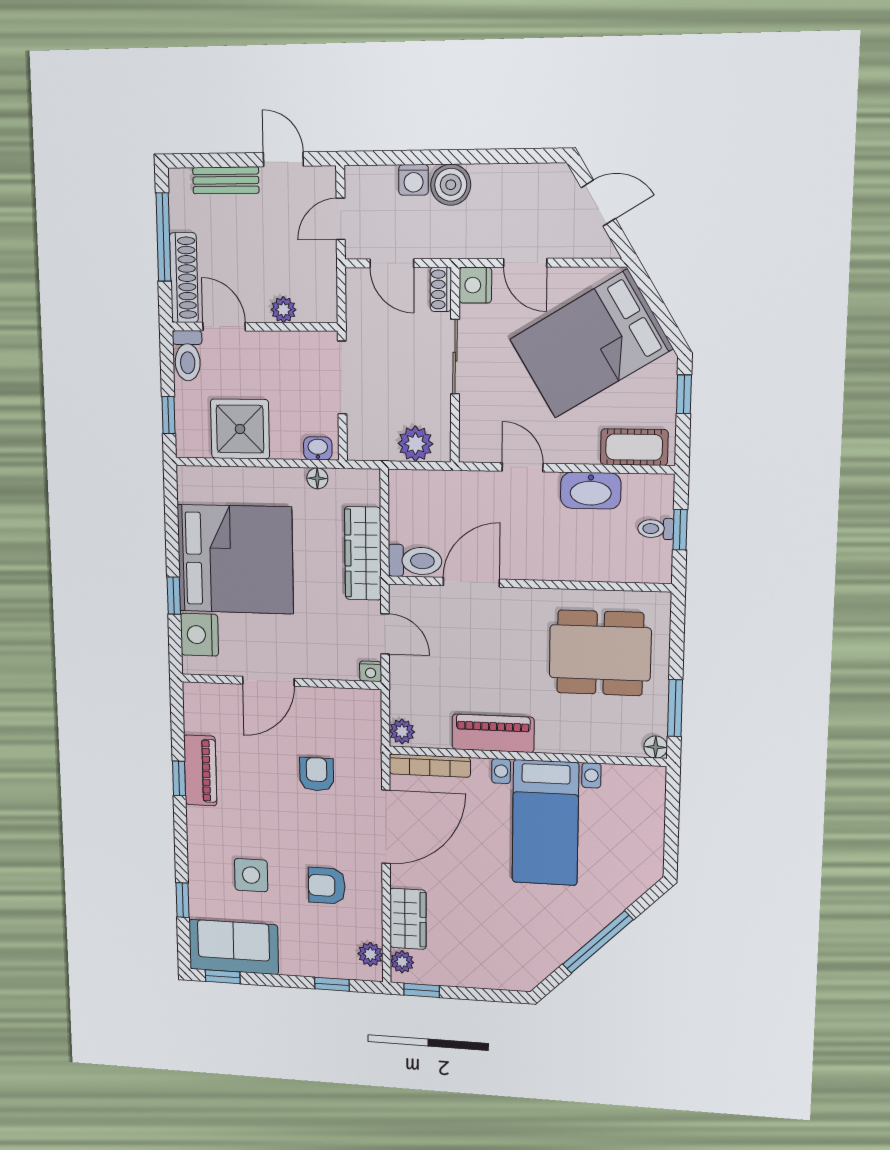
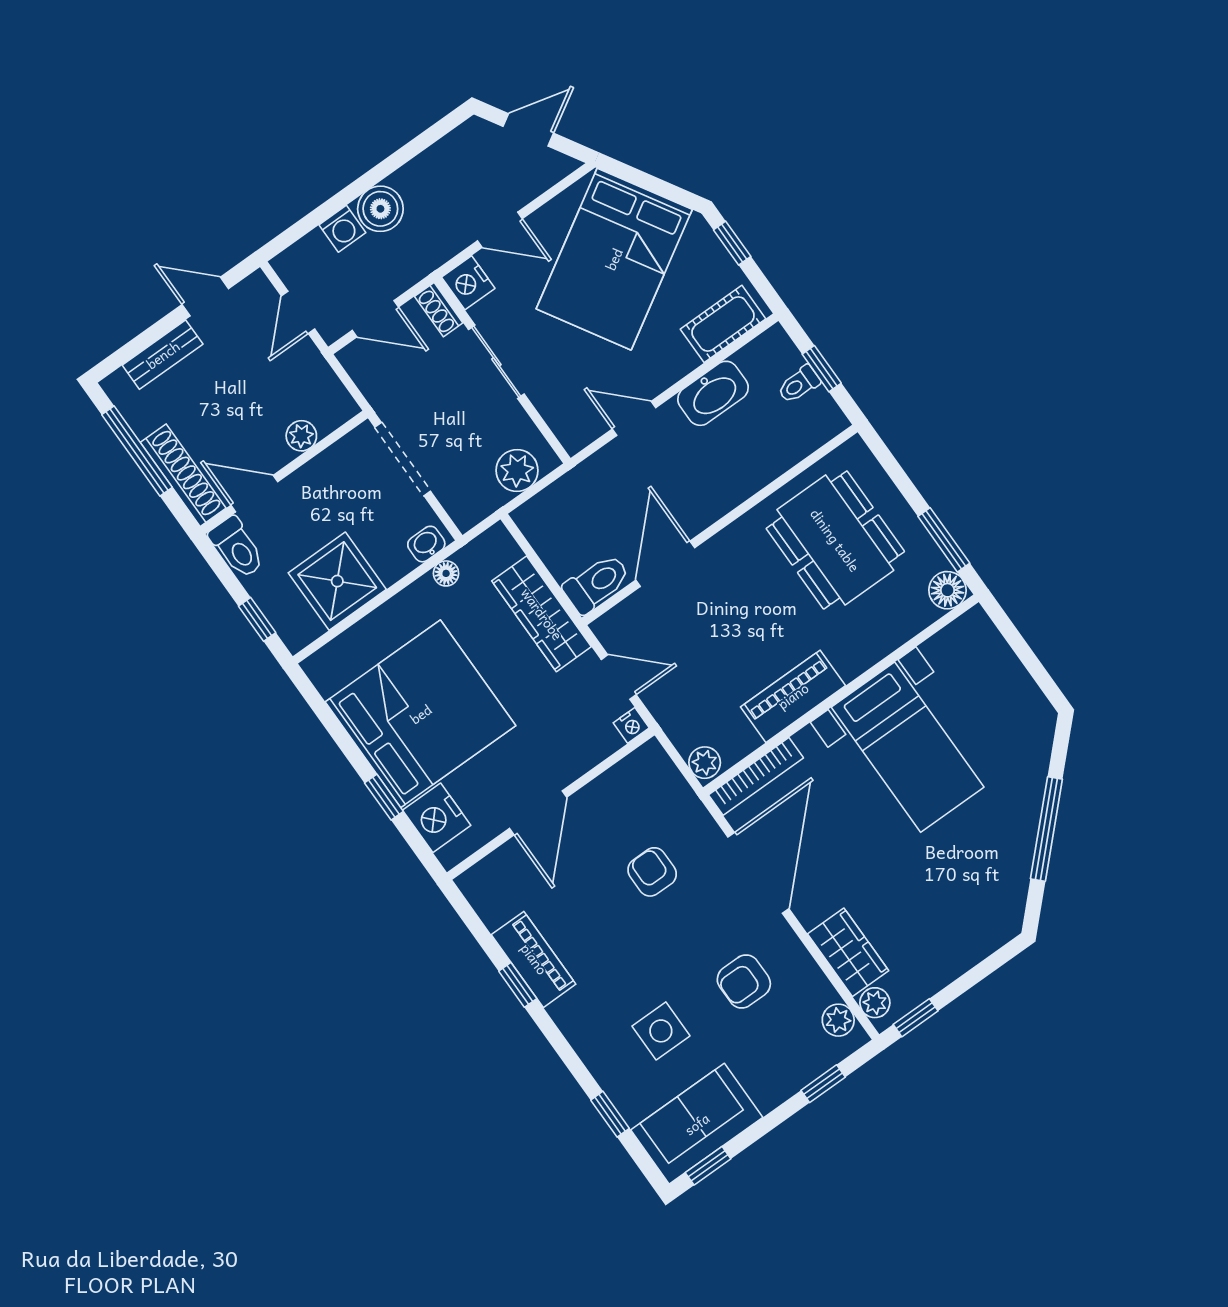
dining table: (600, 653) -> (835, 540), turned 90
floor lamp: (656, 747) -> (947, 590), width x1.37, depth x1.37

